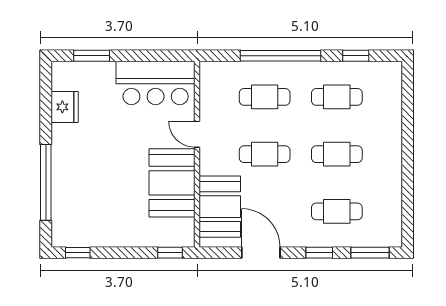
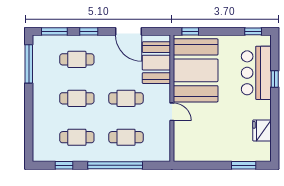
bar counter: (156, 83) -> (256, 73), moved, turned -90
window: (46, 182) -> (275, 79), width x0.32
booth: (172, 183) -> (196, 70), width x1.36, depth x1.42
window: (408, 205) -> (29, 64), added

